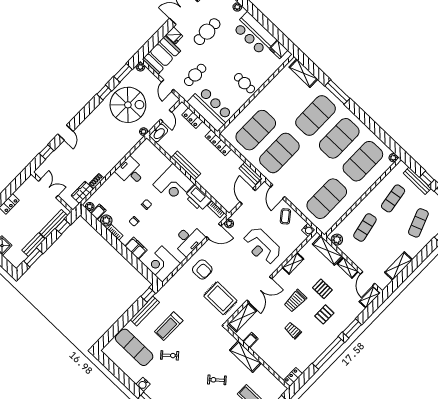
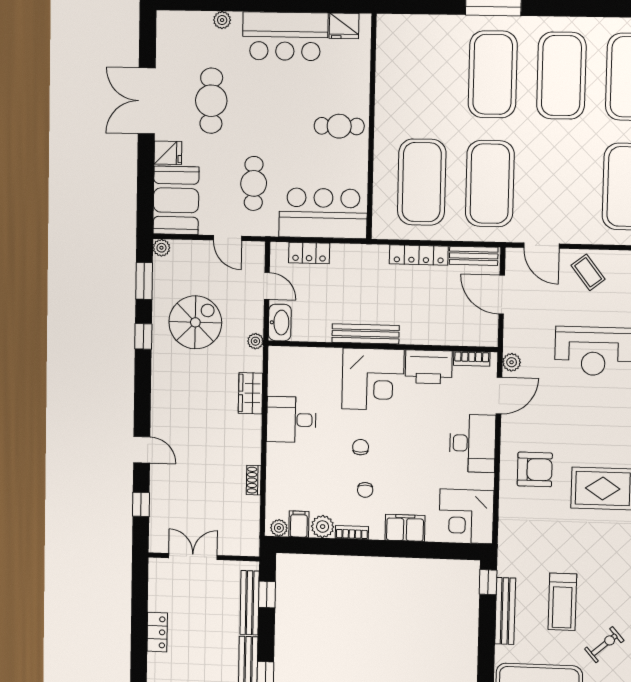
shelving: (303, 73) -> (415, 27), removed
spiral stairs: (128, 105) -> (195, 322), width x0.73, depth x0.73
locker: (218, 143) -> (419, 255), moved
wardrobe: (82, 192) -> (251, 393), moved

